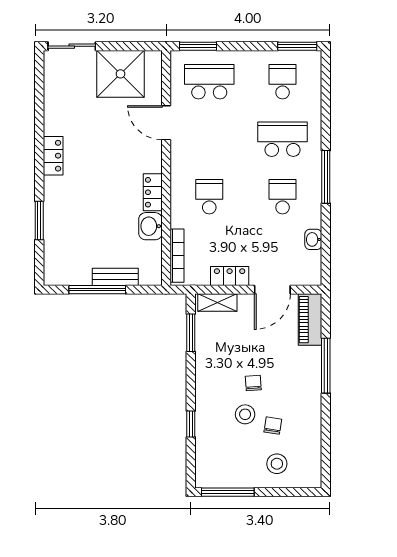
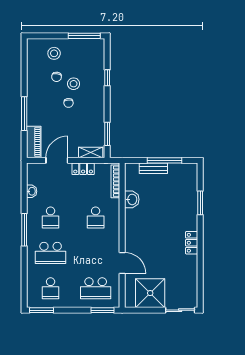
locker: (153, 192) -> (130, 220), removed

